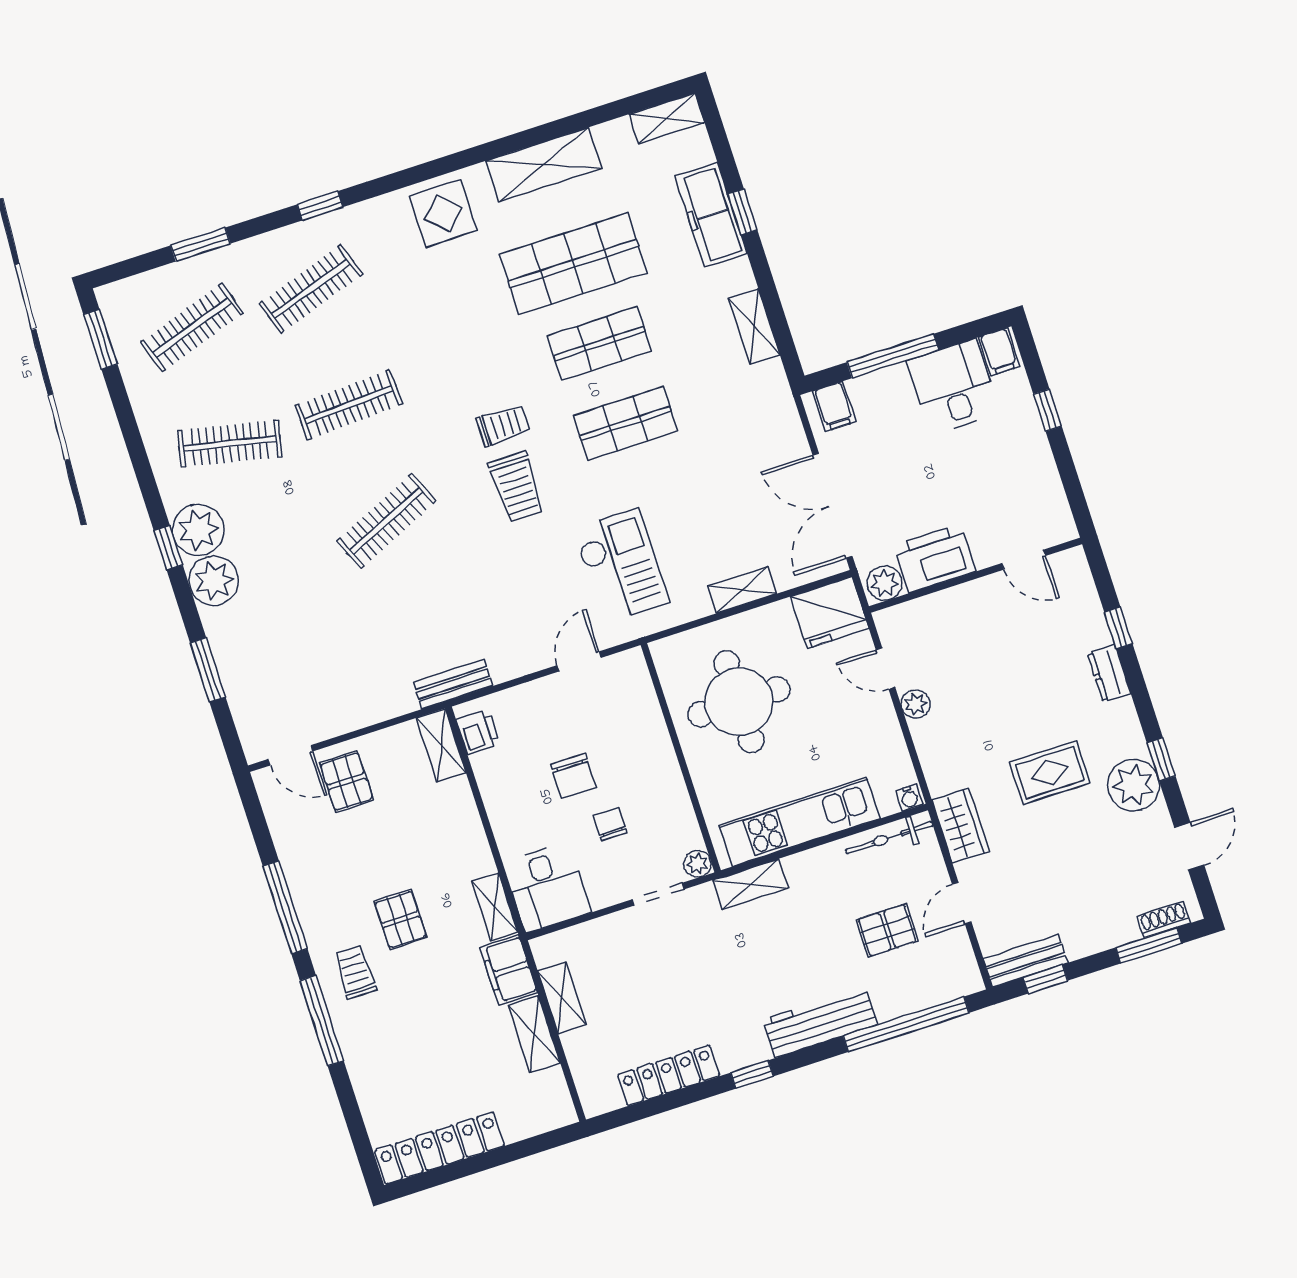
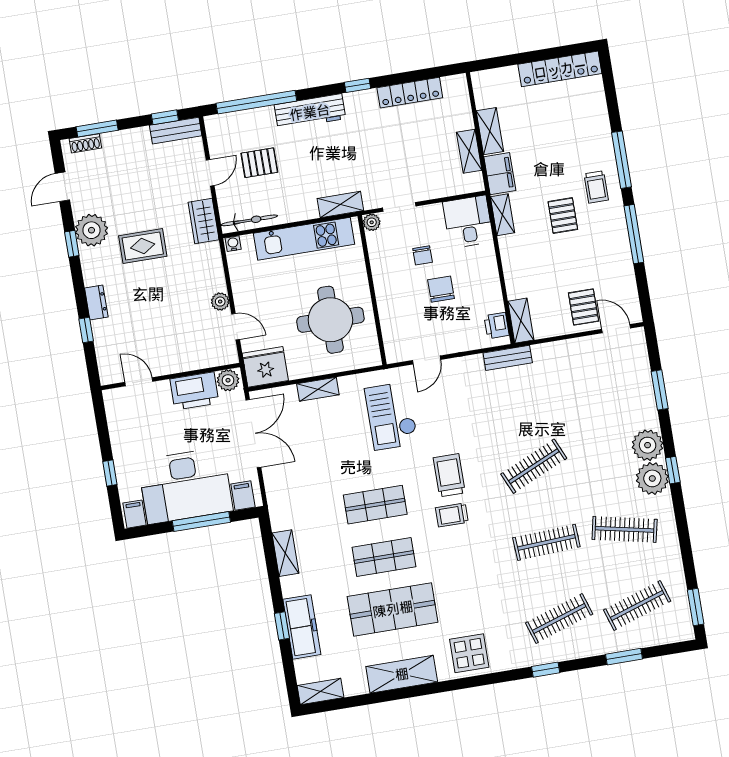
desk: (953, 387) -> (185, 486), width x1.87, depth x1.30

